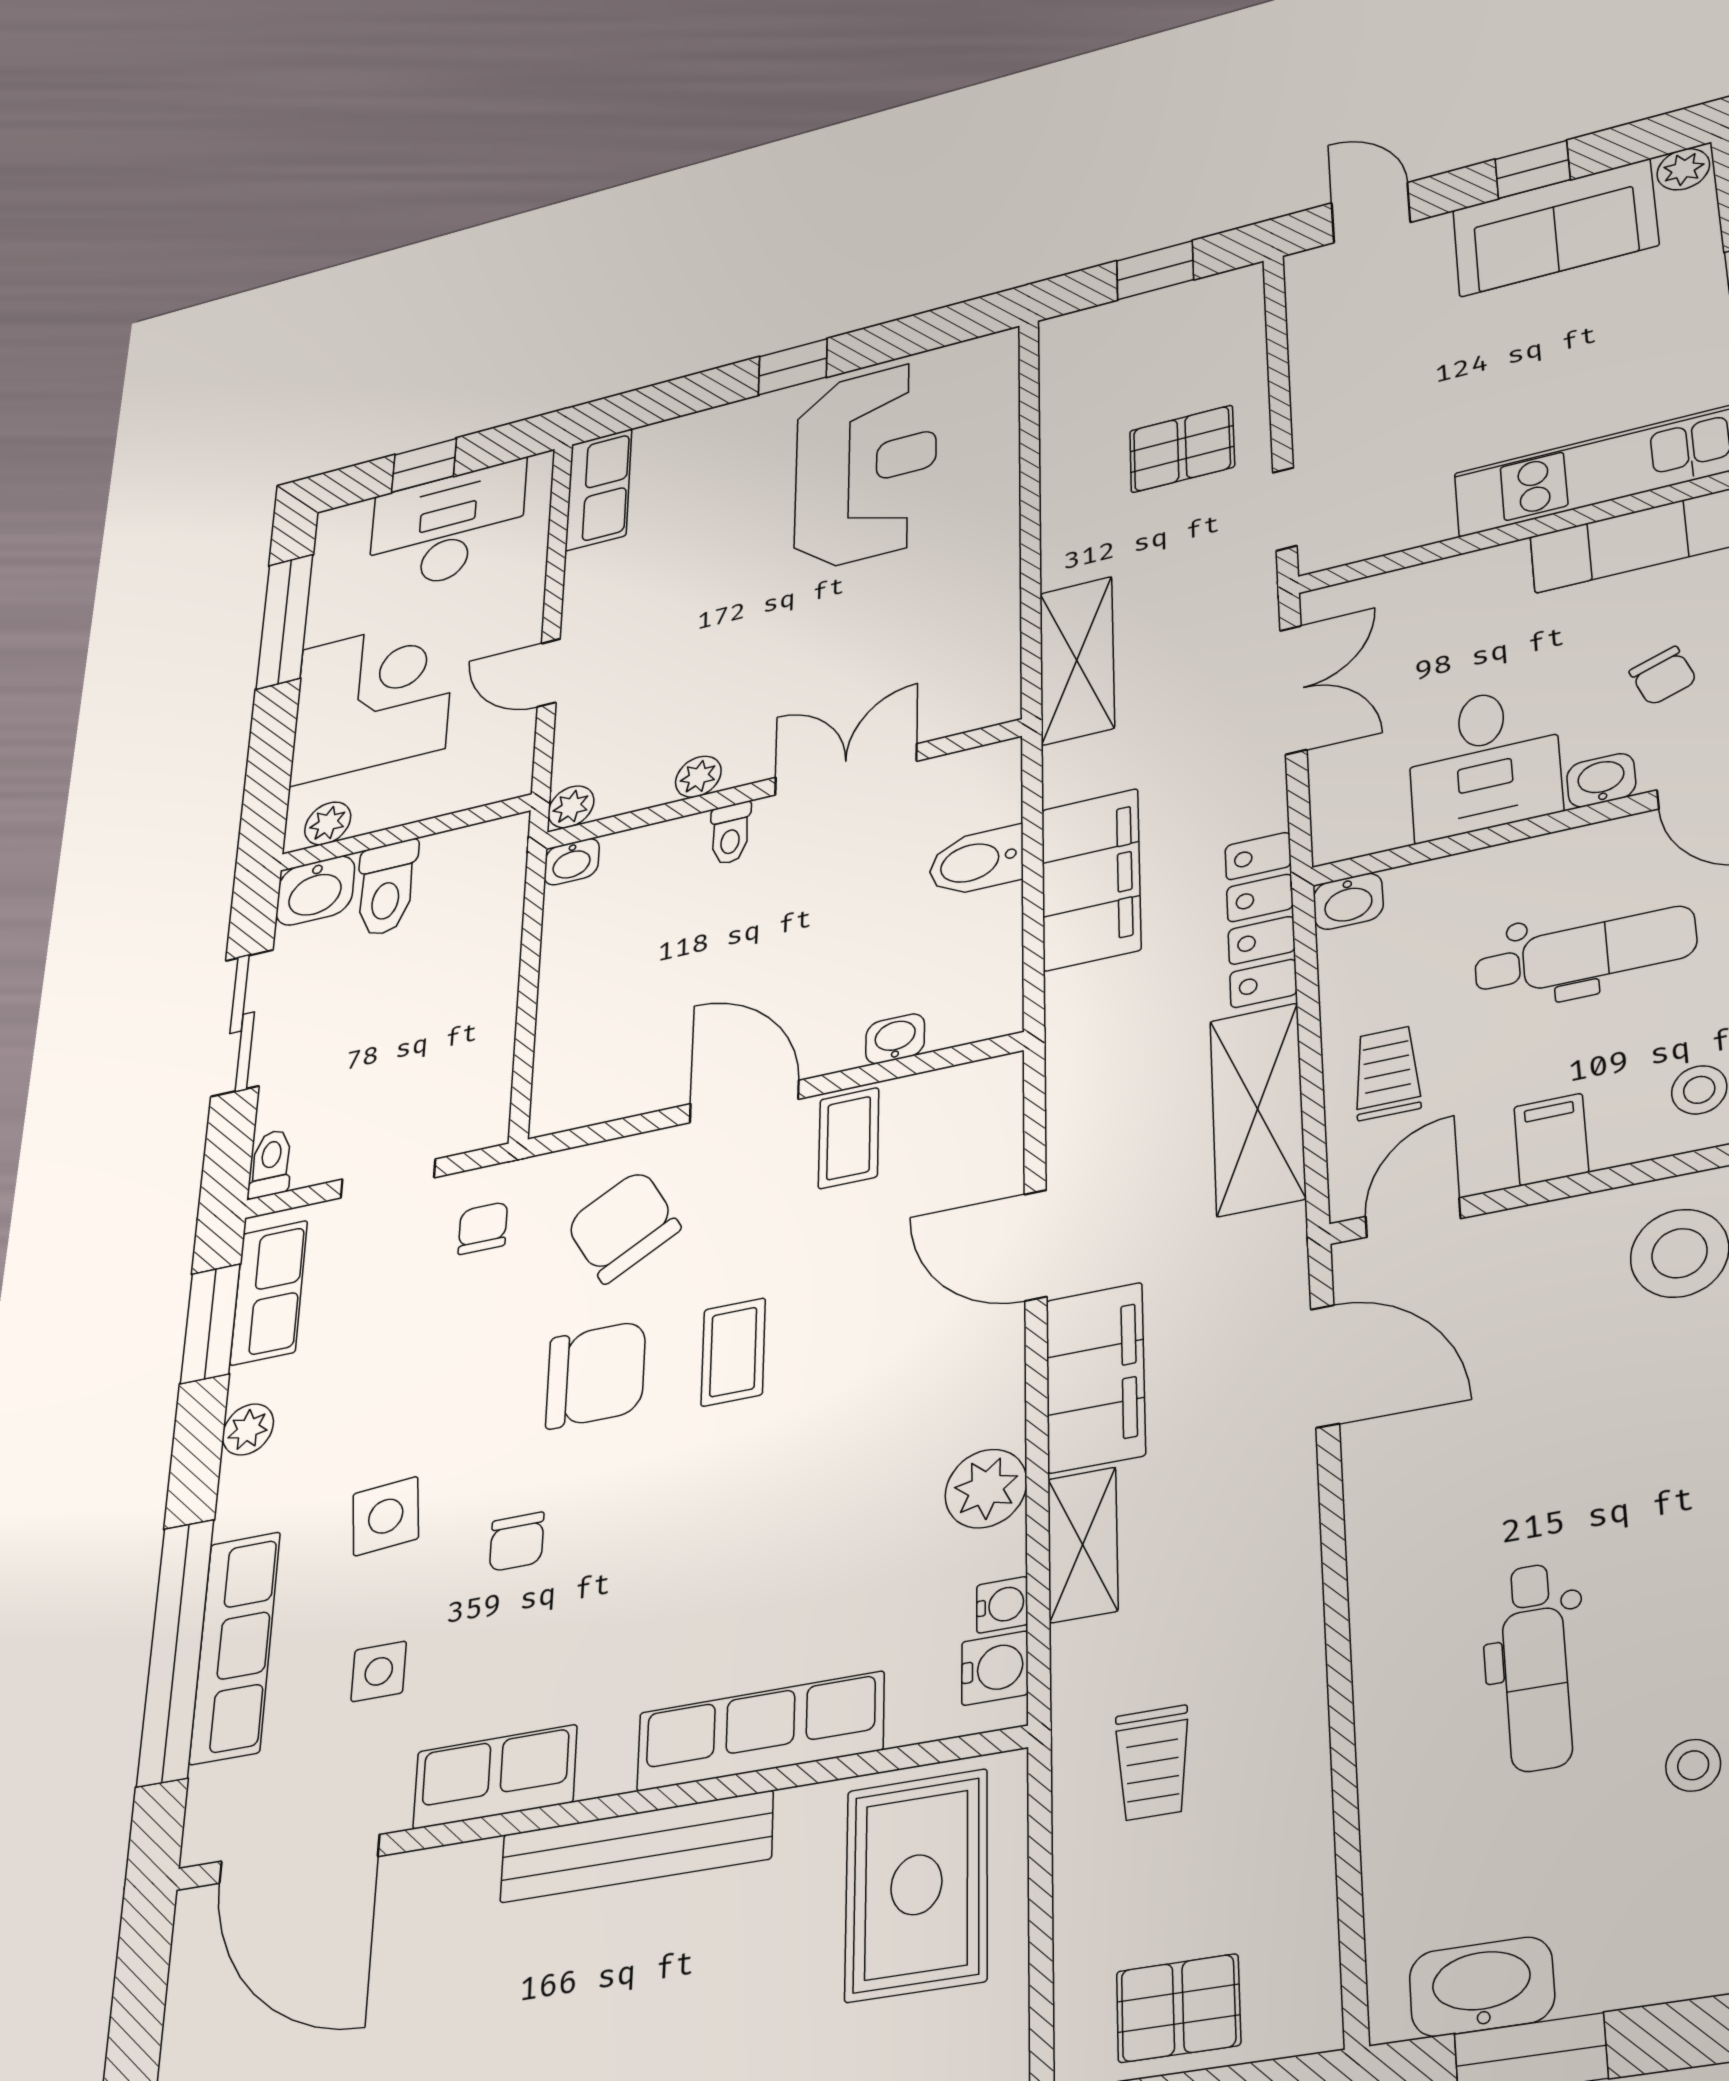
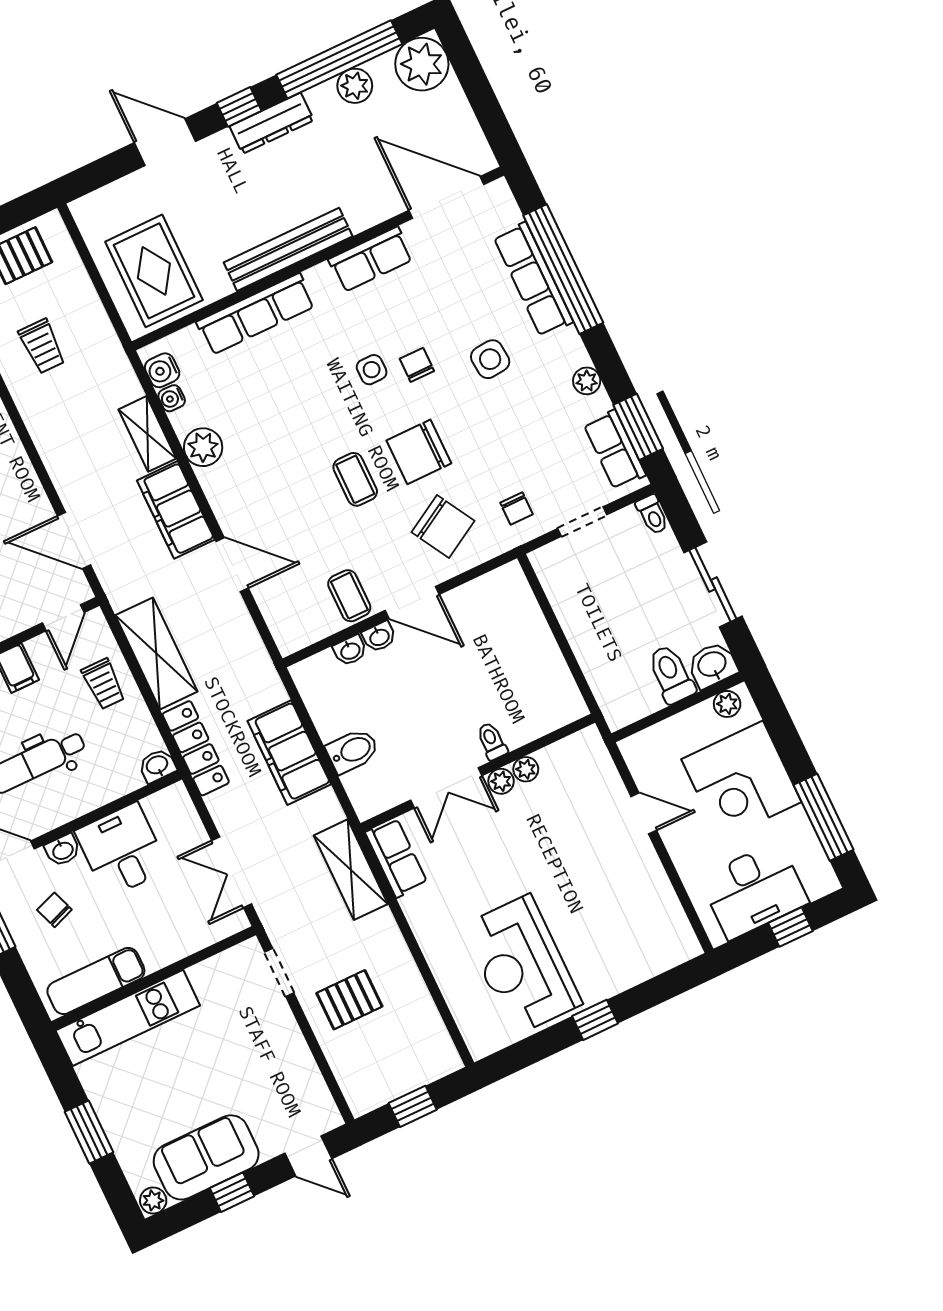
row of seats: (599, 490) -> (396, 858), moved, turned 180
plant: (571, 807) -> (501, 781), moved
washbasin: (572, 862) -> (379, 637), moved, turned 180
side table: (379, 1671) -> (372, 370), moved
trolley: (1153, 1763) -> (42, 346), moved, turned 180

